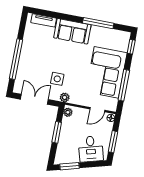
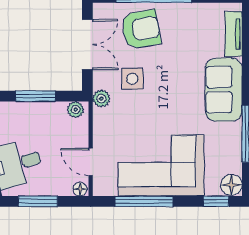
floor lamp: (124, 37) -> (231, 185), added
armchair: (32, 69) -> (141, 29), added

